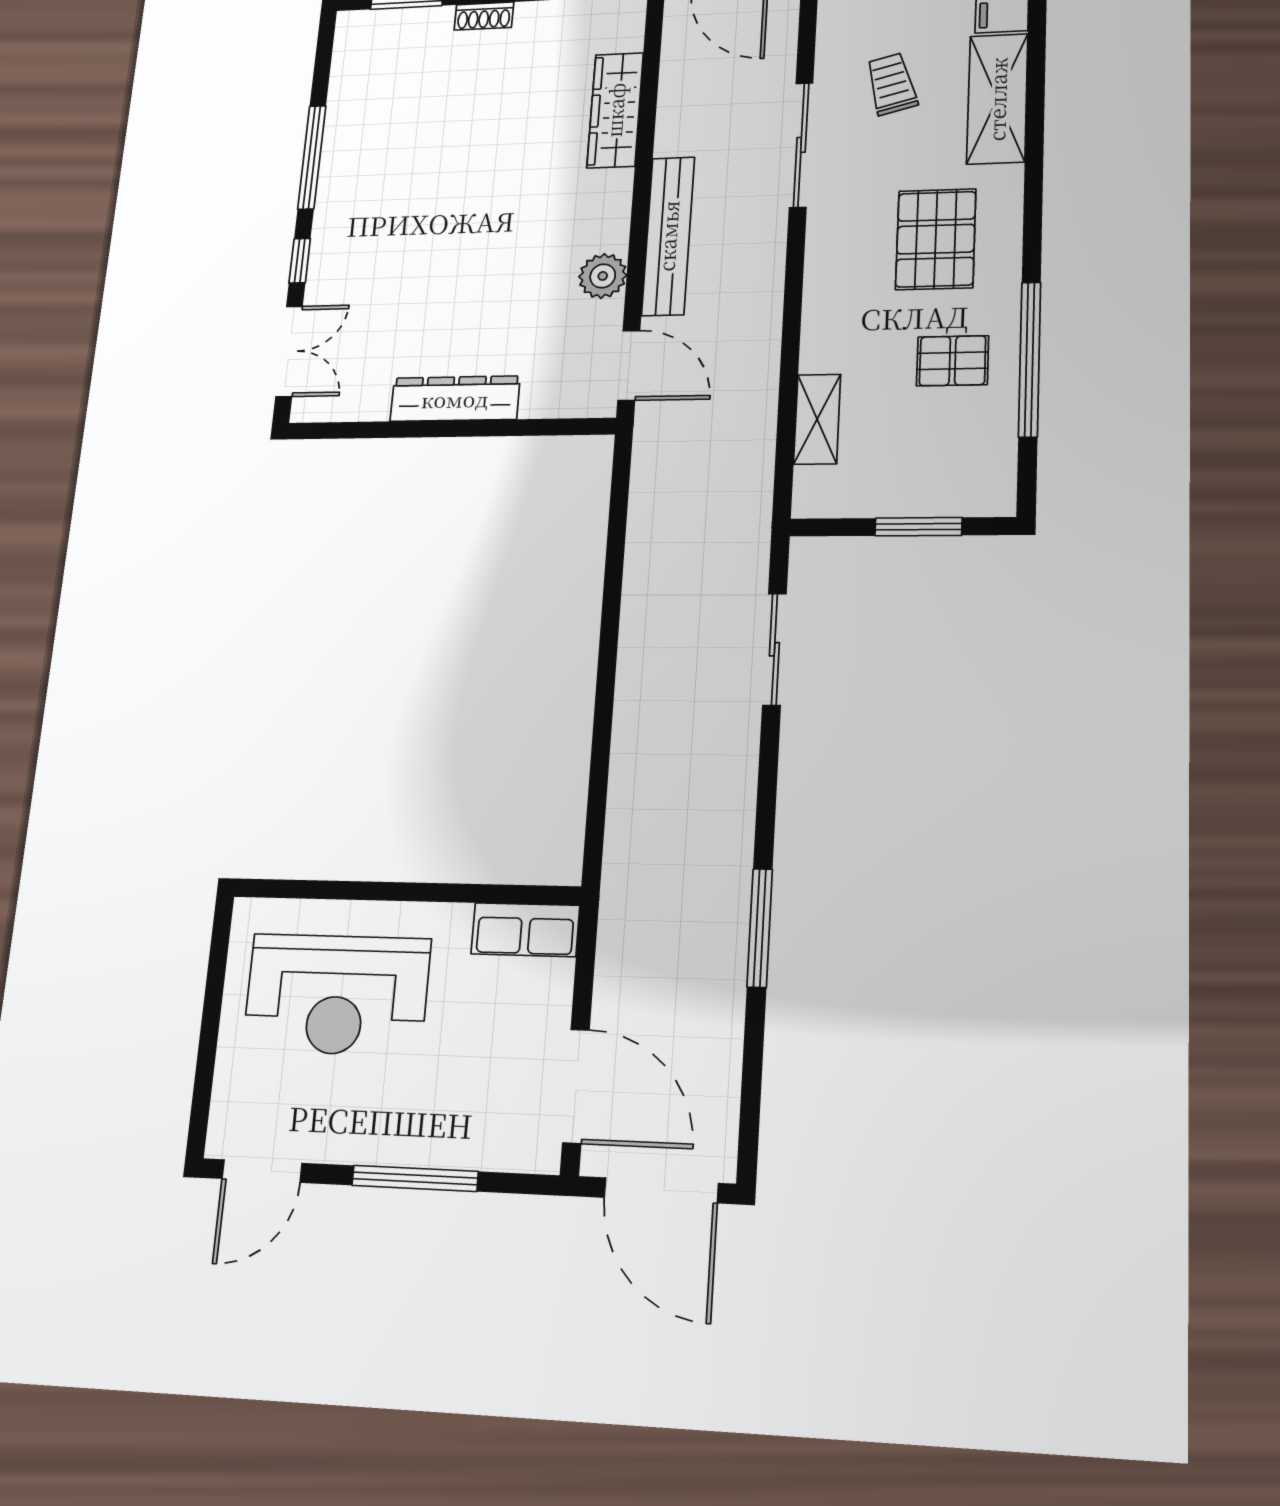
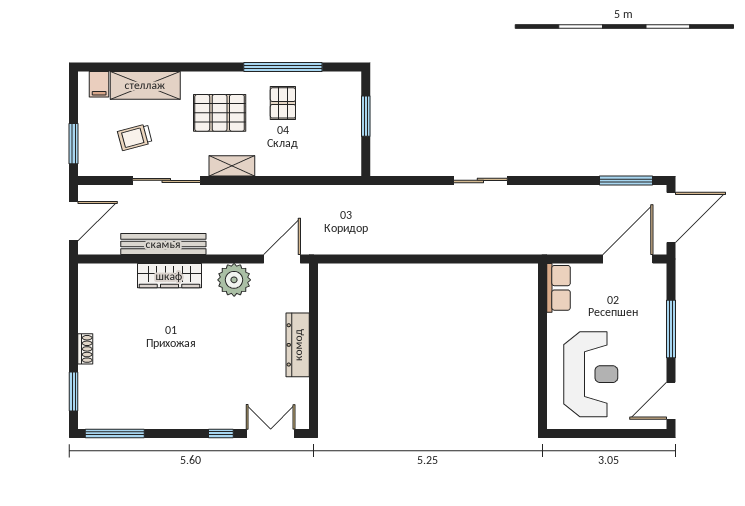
wardrobe: (615, 110) -> (169, 276), moved
window: (312, 157) -> (115, 433), moved
bench: (668, 236) -> (163, 244), moved
plant: (603, 276) -> (234, 280), width x1.36, depth x1.36
shelving: (817, 419) -> (232, 166), moved
sliding door: (774, 649) -> (480, 180), moved
window: (760, 928) -> (626, 180), moved
door: (262, 1171) -> (671, 401), swing flipped

